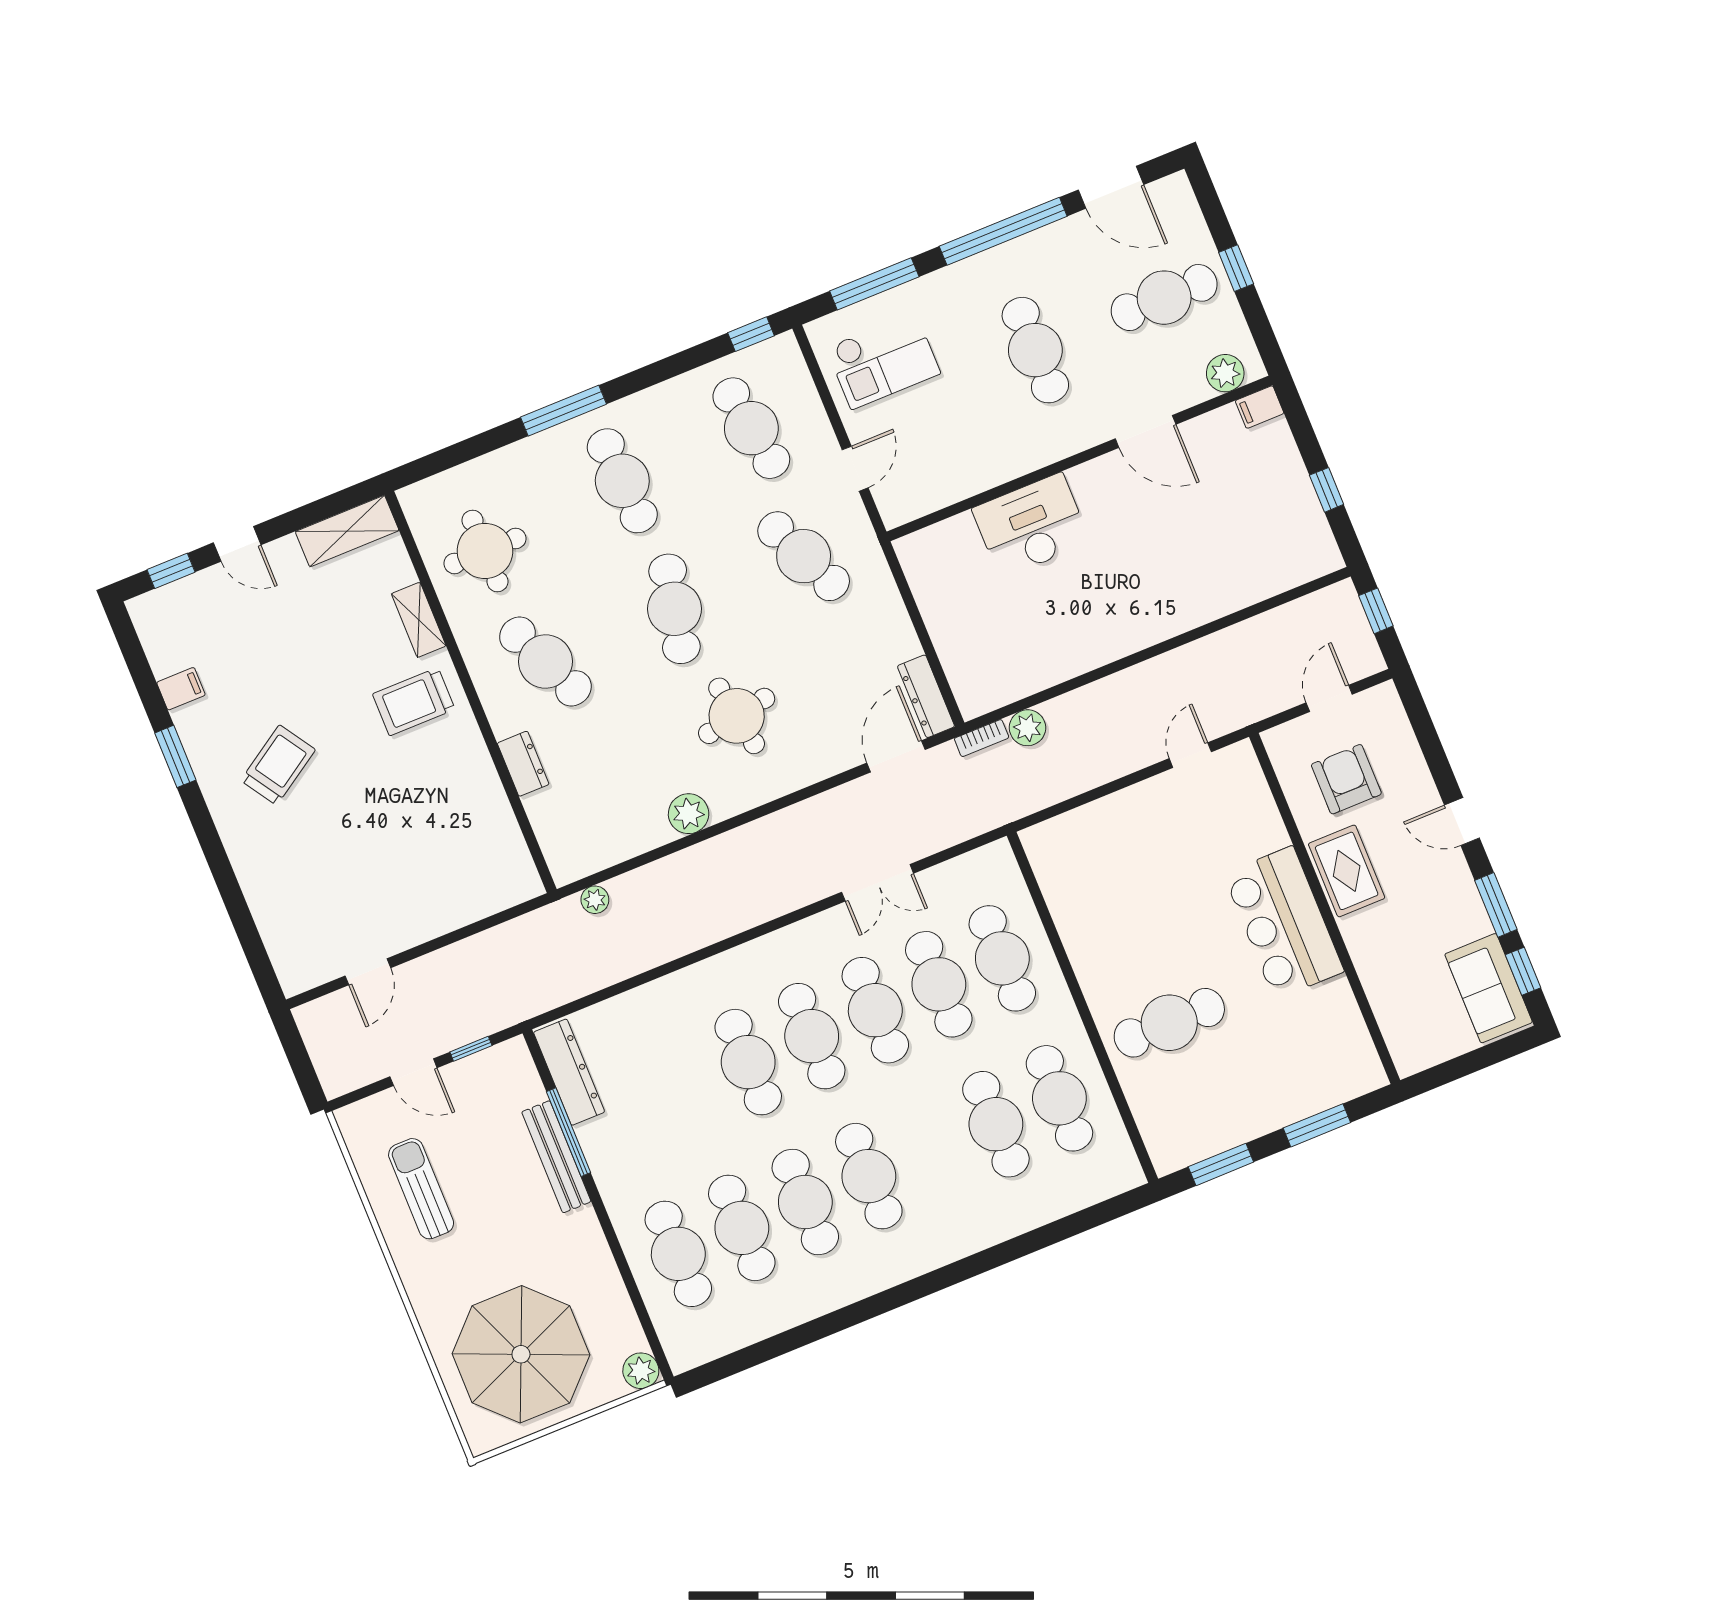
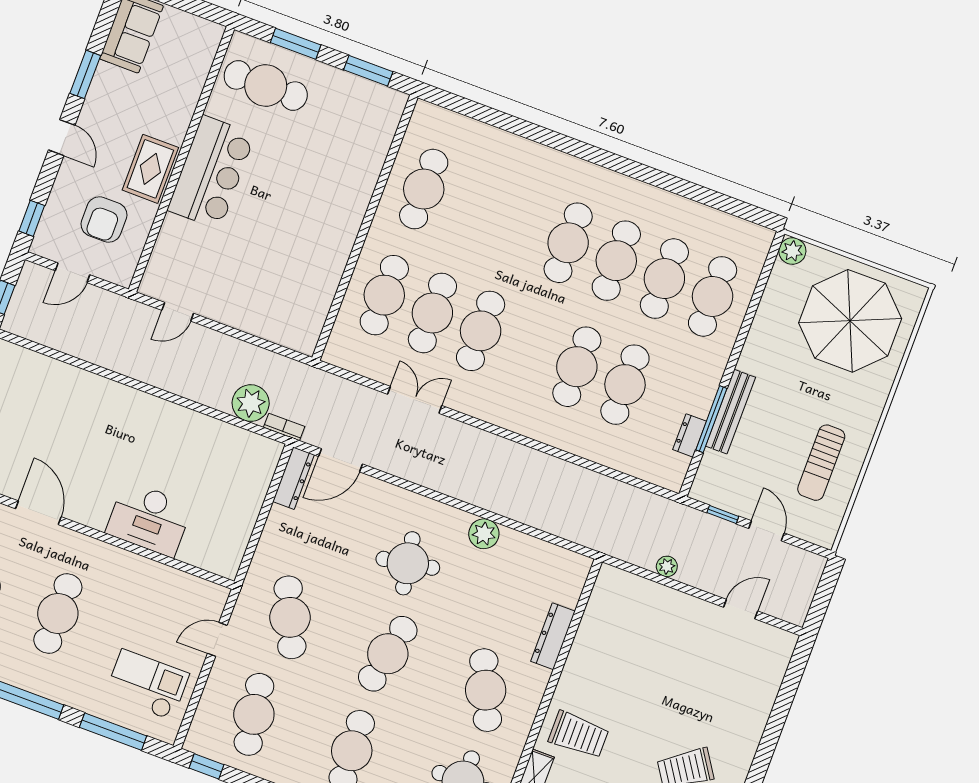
plant: (1027, 728) -> (251, 403), width x1.36, depth x1.36
dresser: (523, 764) -> (553, 636), width x1.44
plant: (595, 900) -> (667, 566), moved
window: (1523, 971) -> (32, 218), moved
cafe table: (1169, 1023) -> (266, 85), moved
cafe table: (812, 1036) -> (625, 385), moved
dresser: (569, 1072) -> (690, 435), width x0.51, depth x0.80
cafe table: (996, 1124) -> (472, 207), removed

